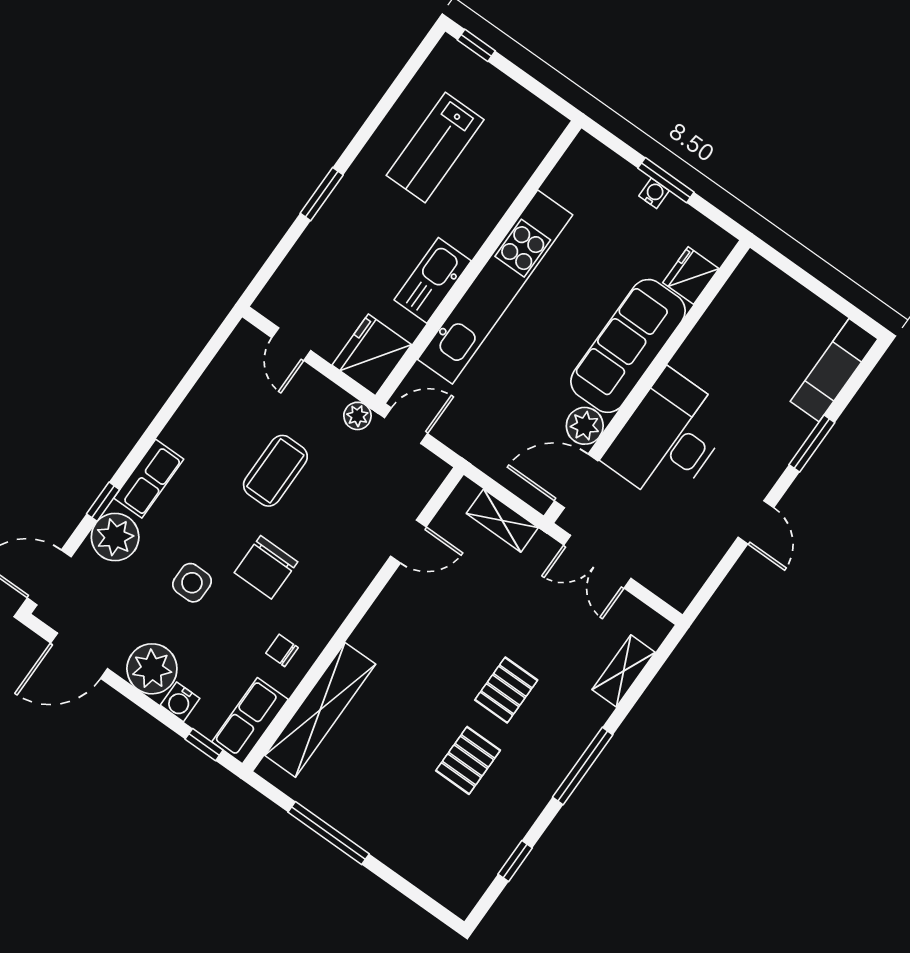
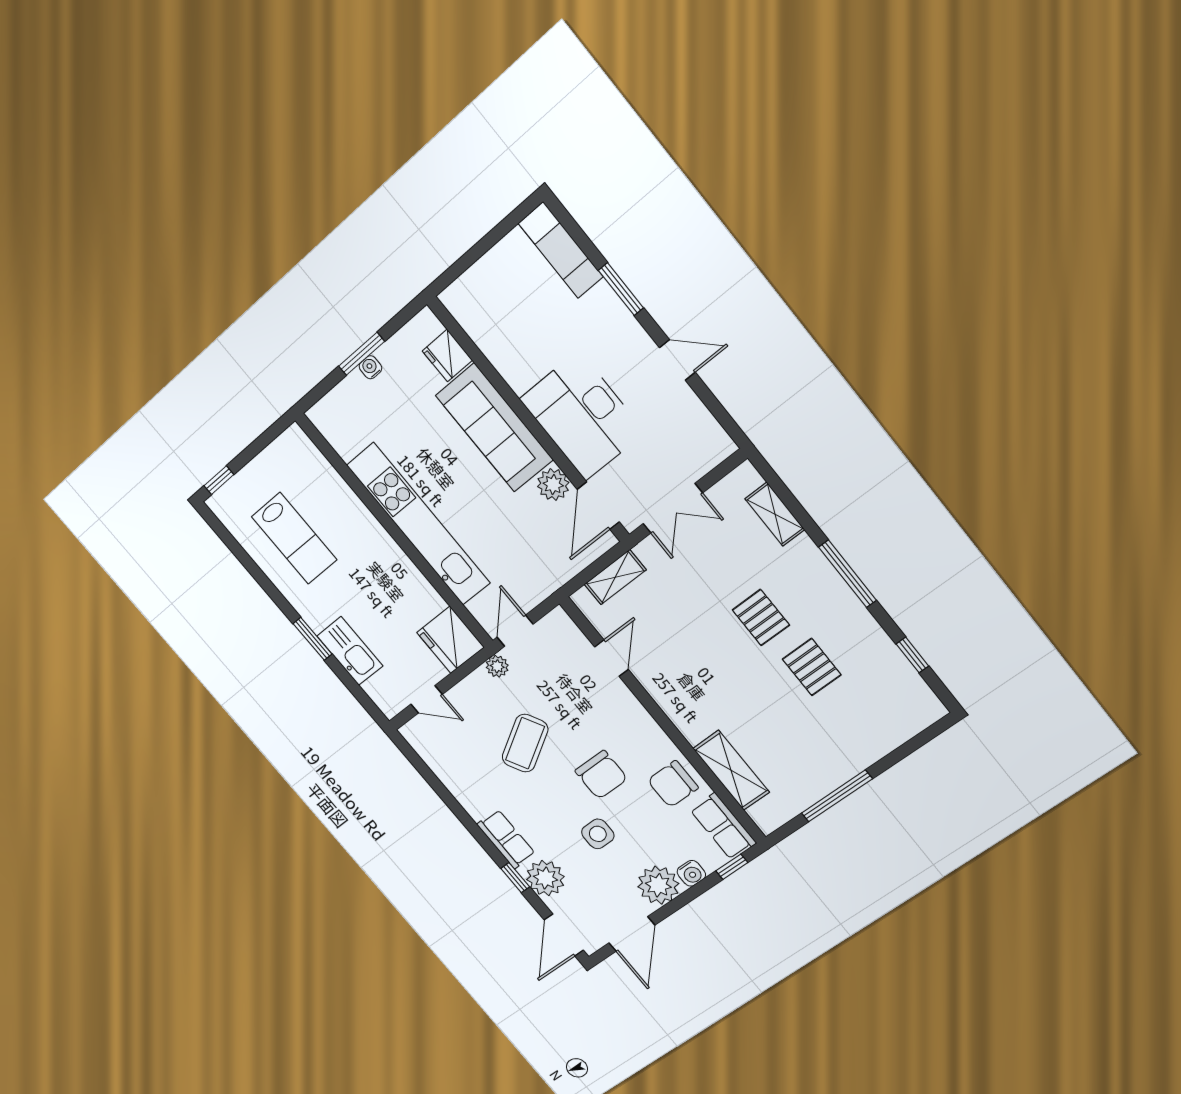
kitchen sink: (433, 280) -> (350, 651), moved, turned 180
coffee table: (275, 471) -> (525, 743), turned 60
chair: (282, 650) -> (673, 784), width x1.87, depth x1.87
shelving: (320, 710) -> (731, 770), width x0.68

